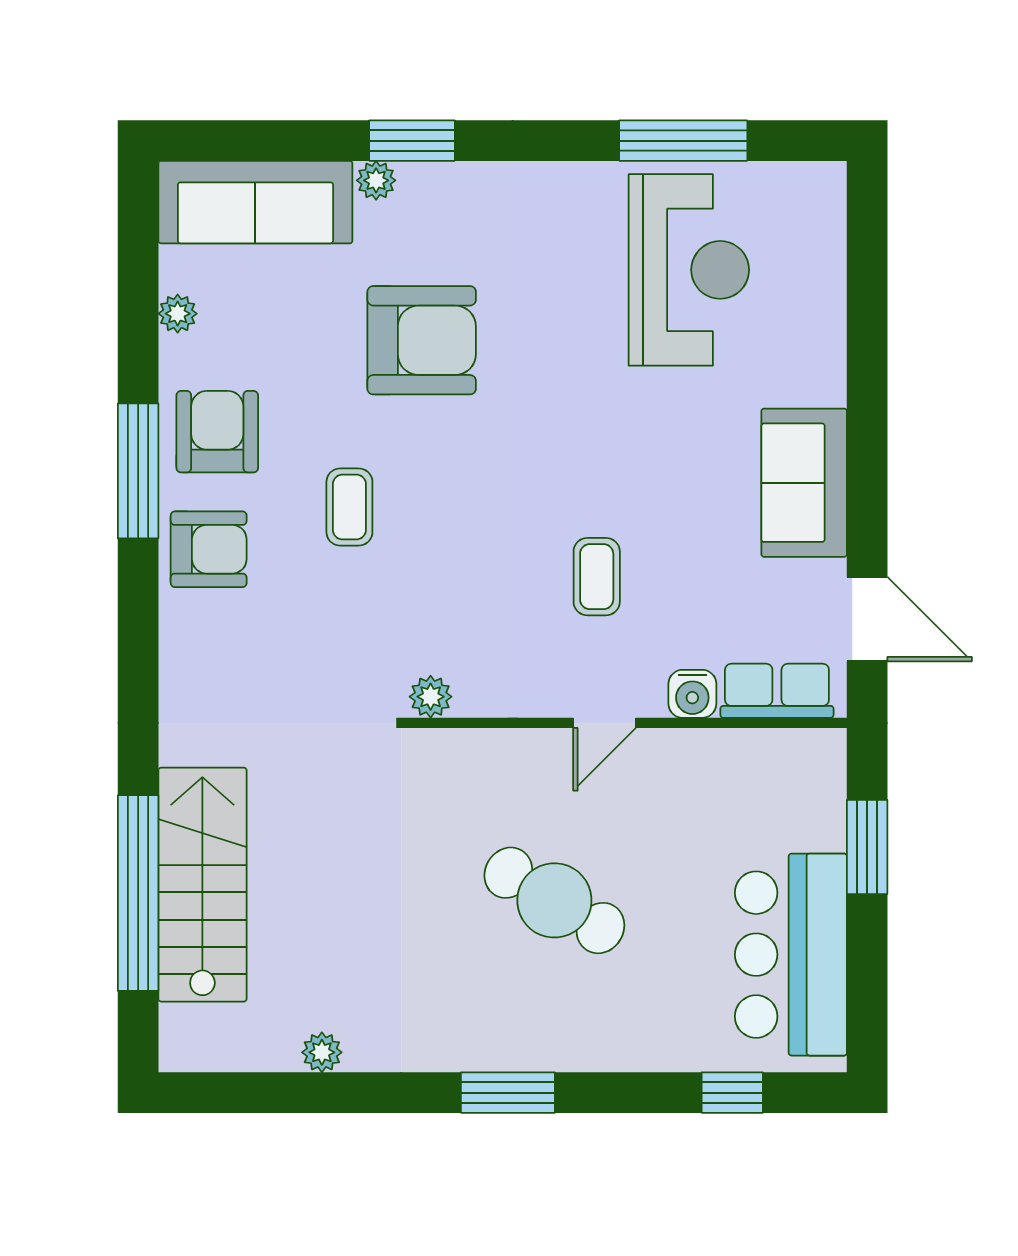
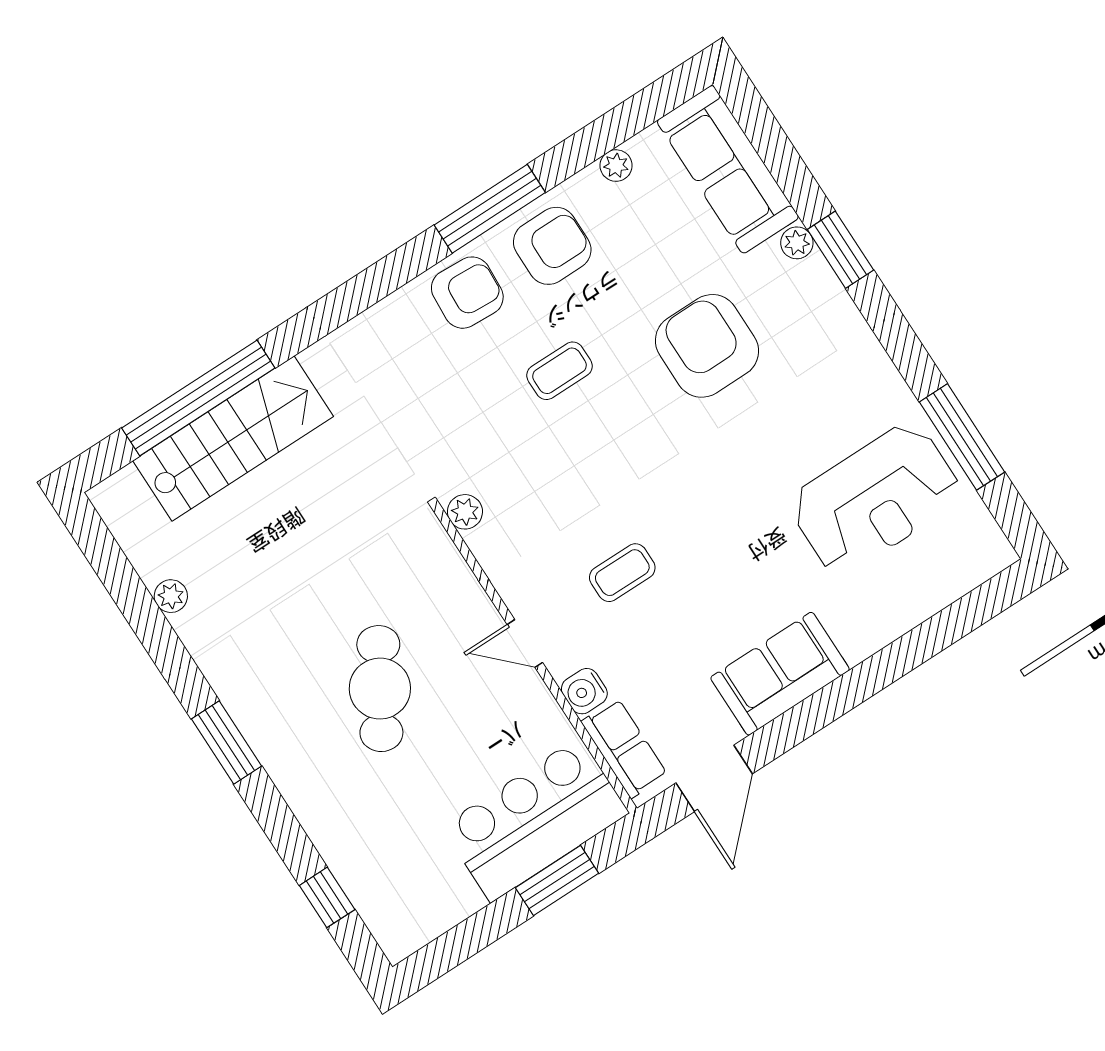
armchair: (422, 340) -> (707, 346), turned 180
armchair: (209, 549) -> (467, 293), turned -87
bar counter: (791, 955) -> (535, 820), moved

